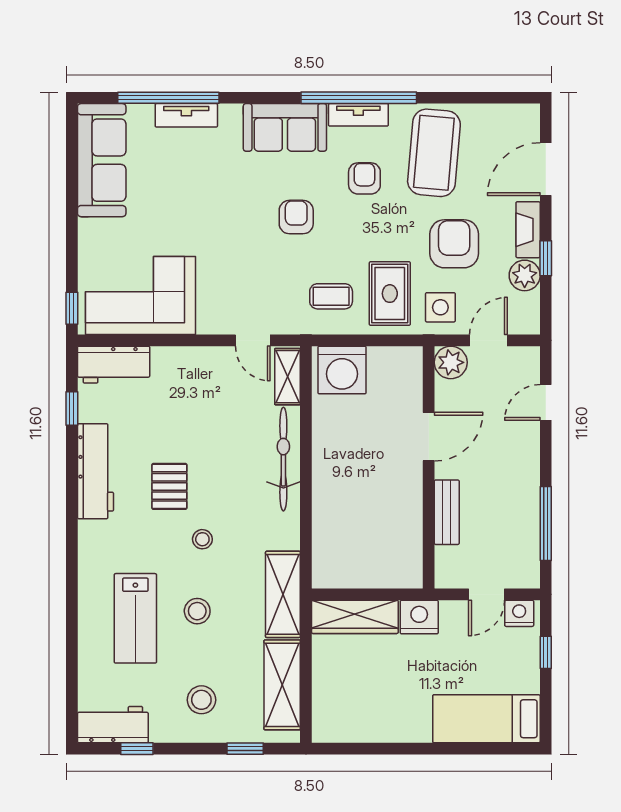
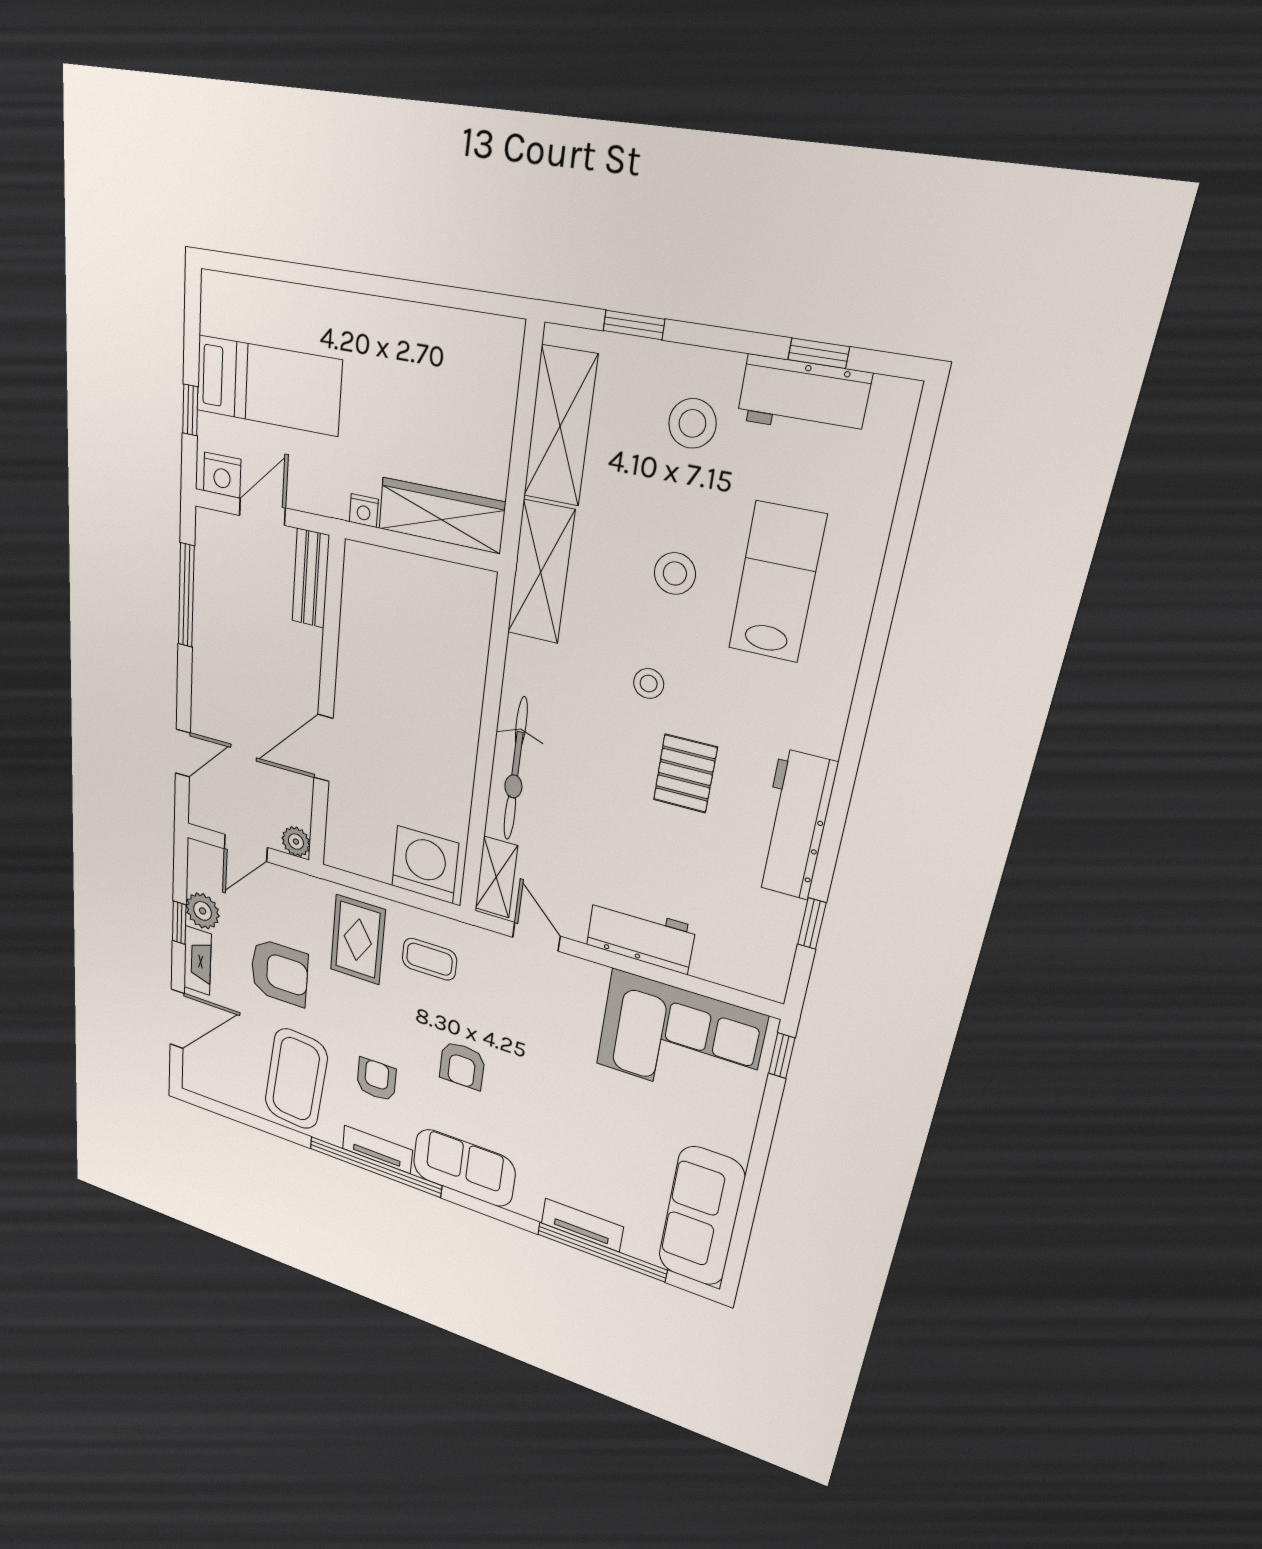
armchair: (364, 178) -> (376, 1080), turned 180
armchair: (454, 244) -> (279, 972), turned -90
side table: (440, 307) -> (299, 905), removed
plant: (451, 362) -> (296, 842), width x0.73, depth x0.73
workbench: (114, 365) -> (640, 936), moved
bench: (447, 512) -> (311, 578), moved
nightstand: (419, 617) -> (364, 511), width x0.53, depth x0.56
bed: (486, 719) -> (268, 385), moved
workbench: (113, 725) -> (804, 396), moved

